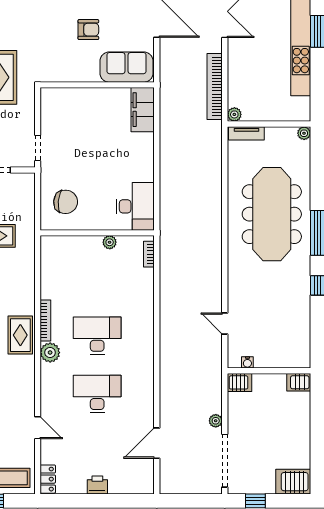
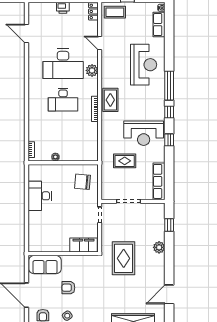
filing cabinet: (143, 110) -> (84, 245), moved, turned -90
desk: (135, 206) -> (40, 196), moved
plant: (50, 353) -> (92, 70), moved
desk: (97, 394) -> (63, 64), width x1.36, depth x1.30
door: (157, 443) -> (26, 34), swing flipped

